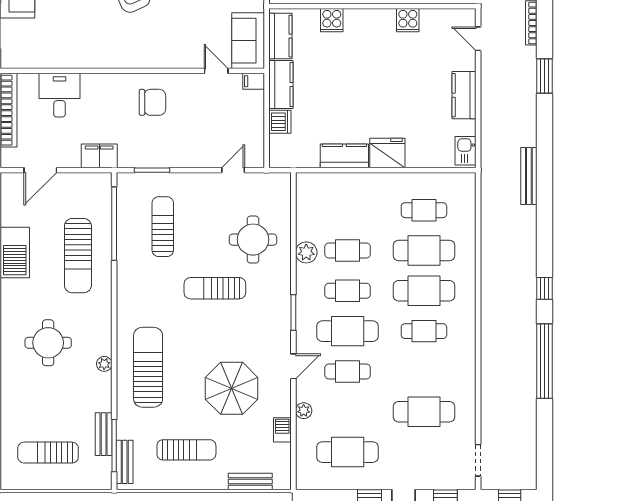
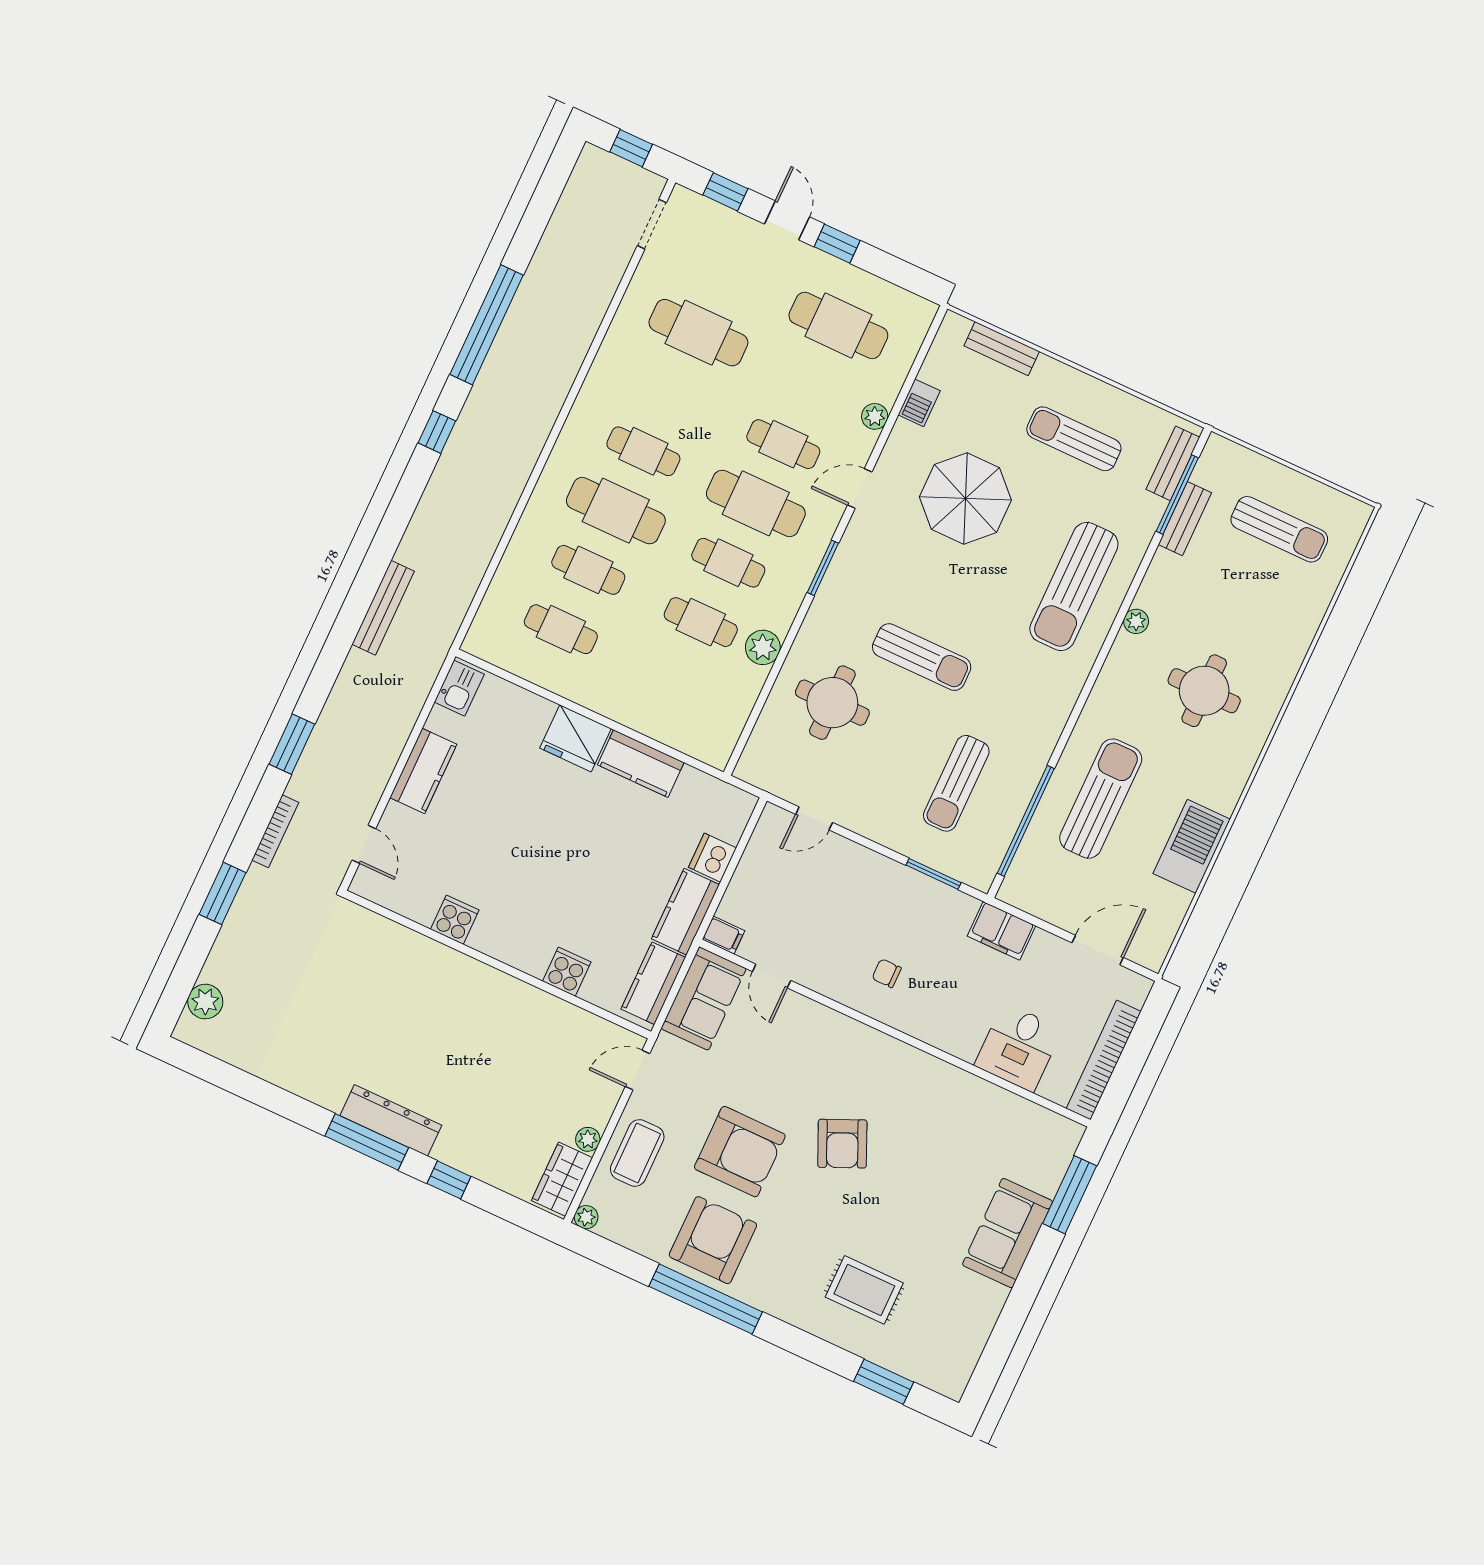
chair: (152, 102) -> (887, 973), width x0.54, depth x0.54
cafe table: (424, 250) -> (588, 570), width x0.73, depth x0.74

